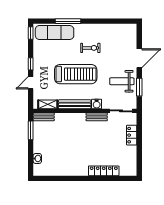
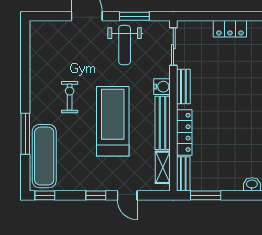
locker: (69, 117) -> (184, 132), added
locker: (132, 135) -> (230, 29), moved

